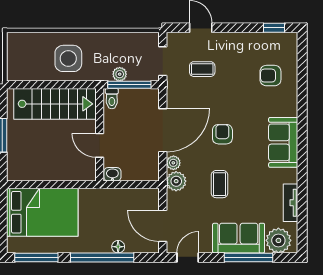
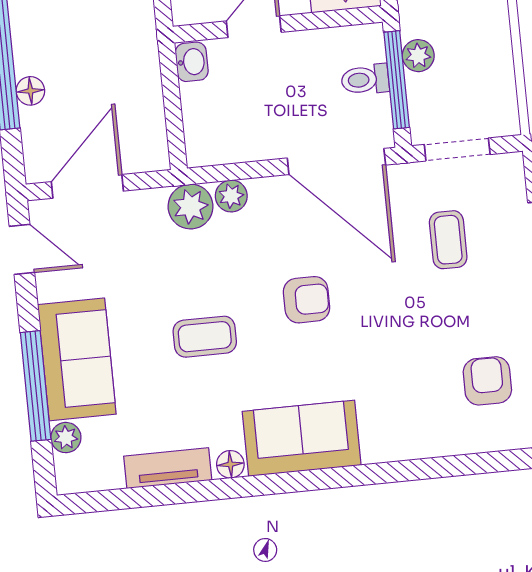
armchair: (270, 76) -> (487, 381), moved
toilet: (112, 99) -> (365, 80), moved
door: (163, 130) -> (336, 162), moved
floor lamp: (292, 175) -> (230, 464), added
coffee table: (220, 184) -> (205, 337), moved
plant: (278, 240) -> (66, 438), width x0.53, depth x0.53

